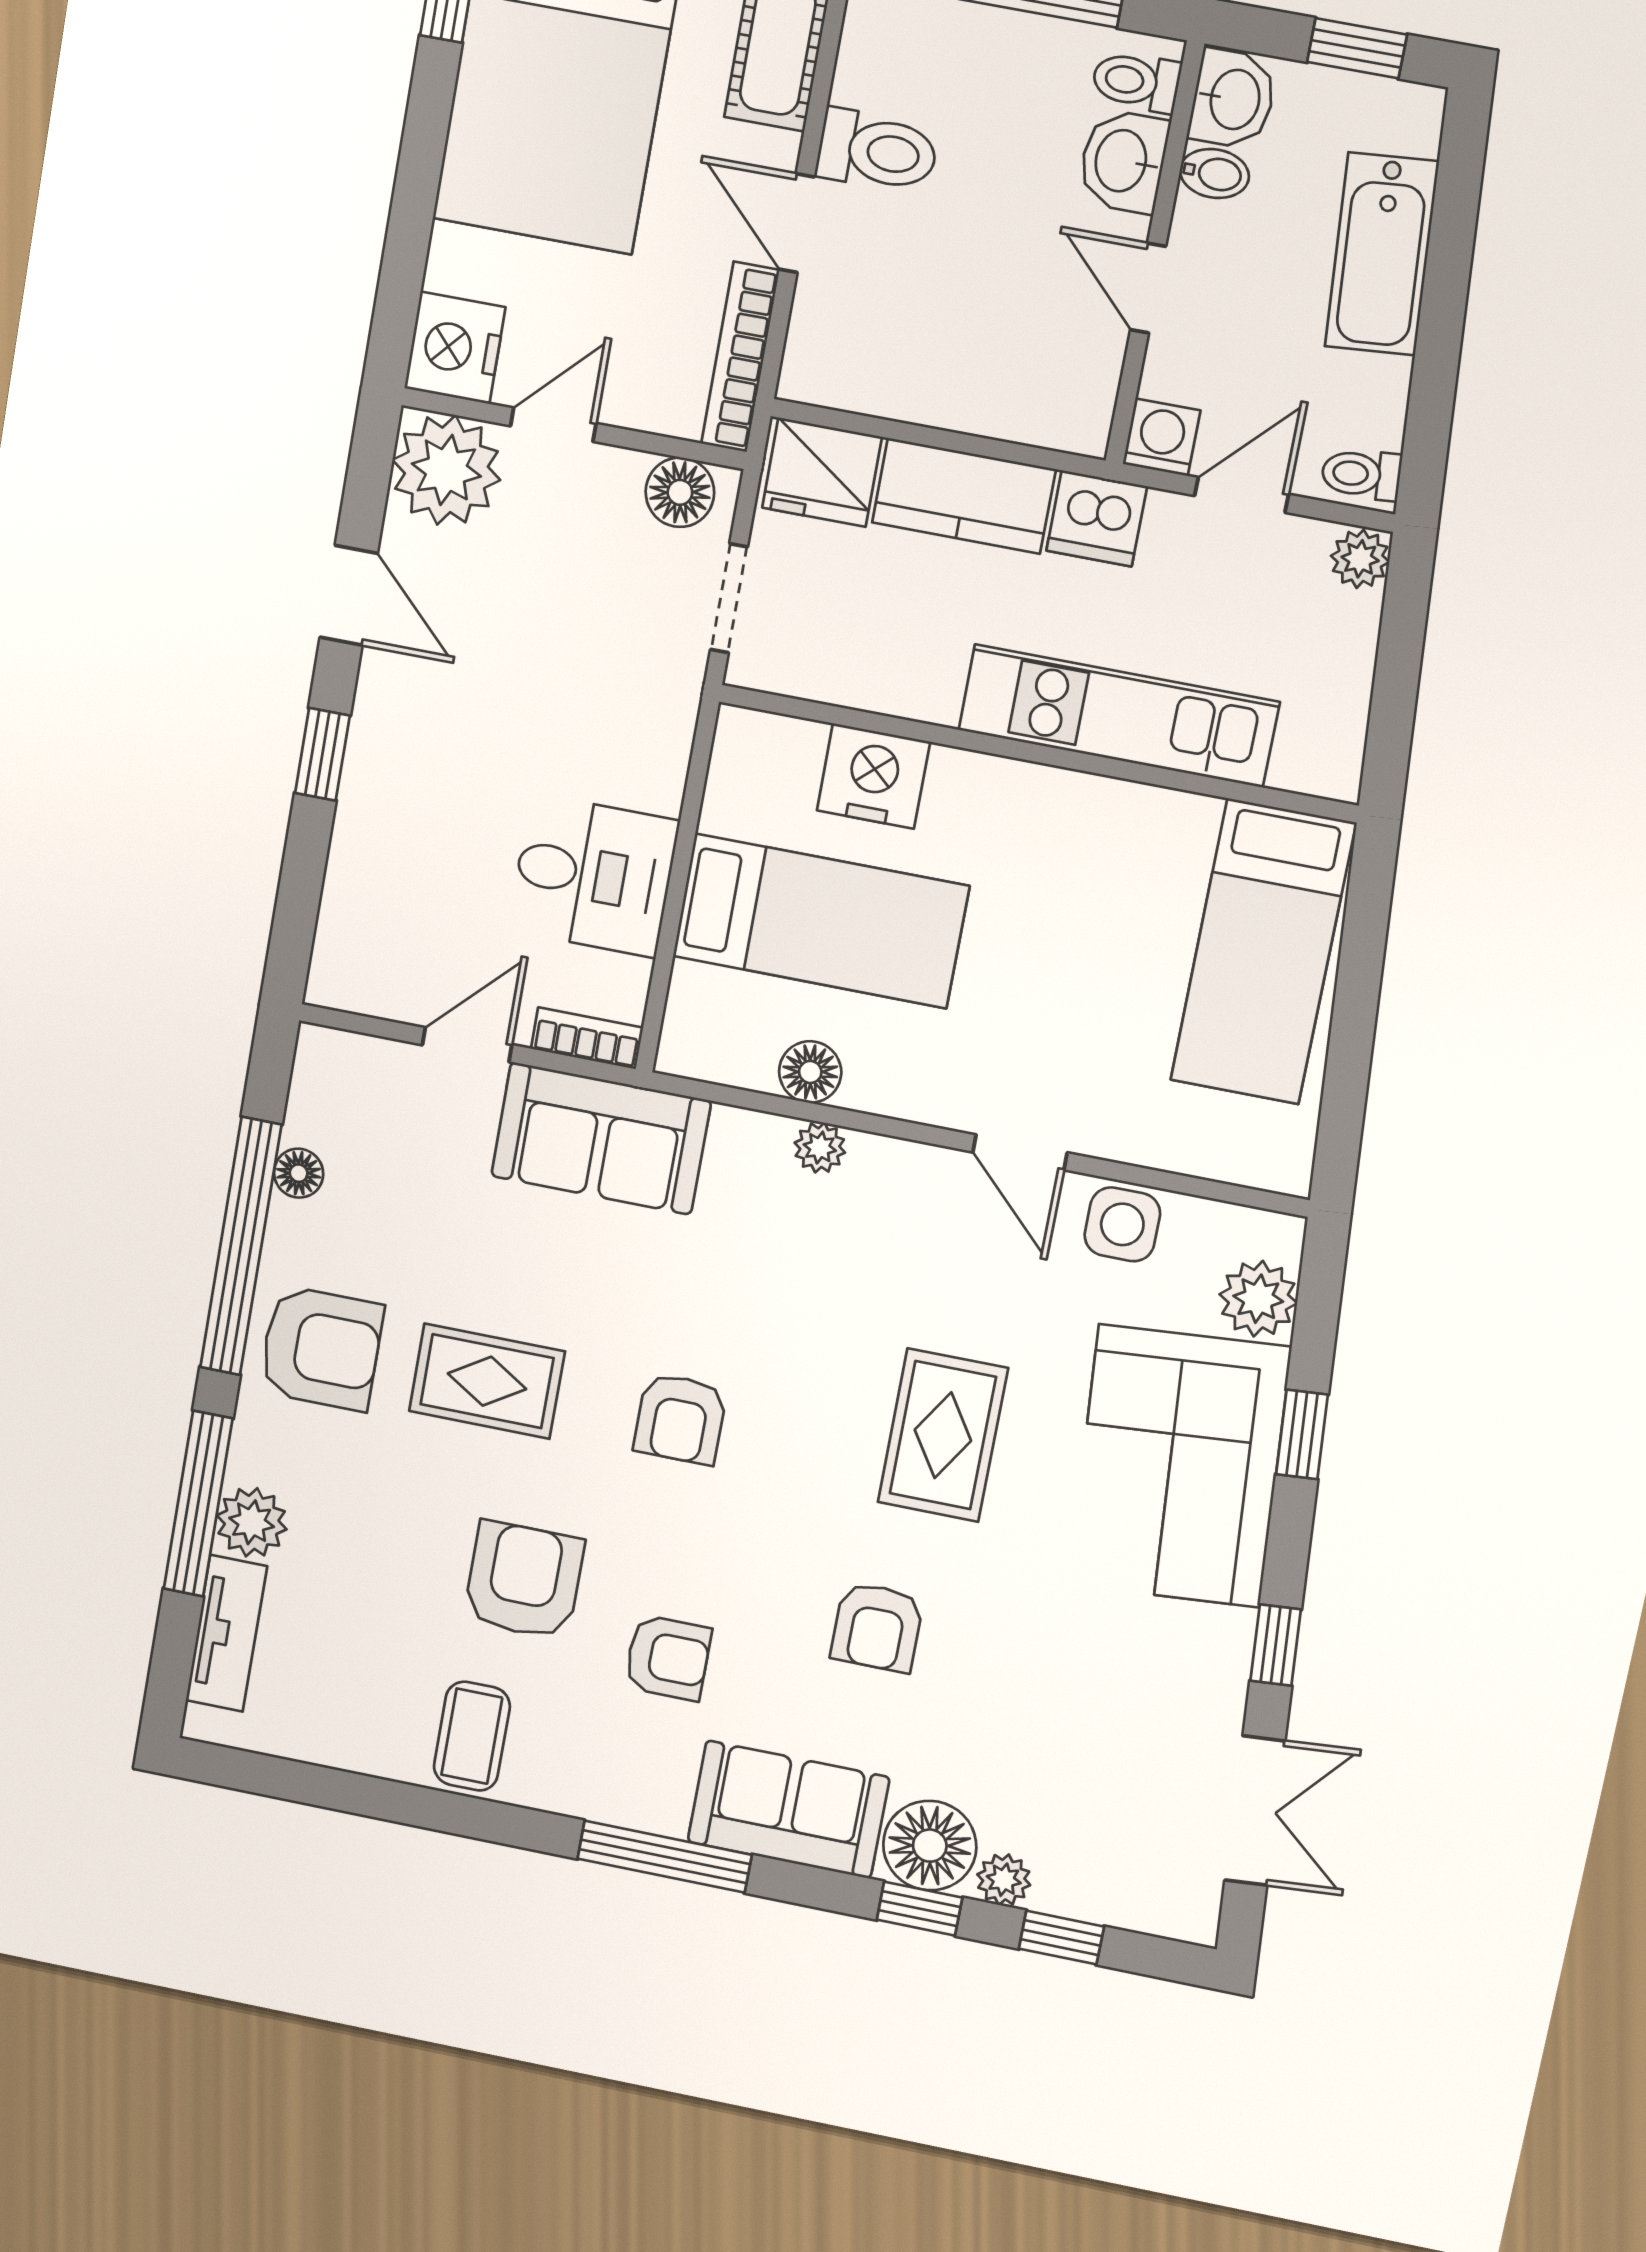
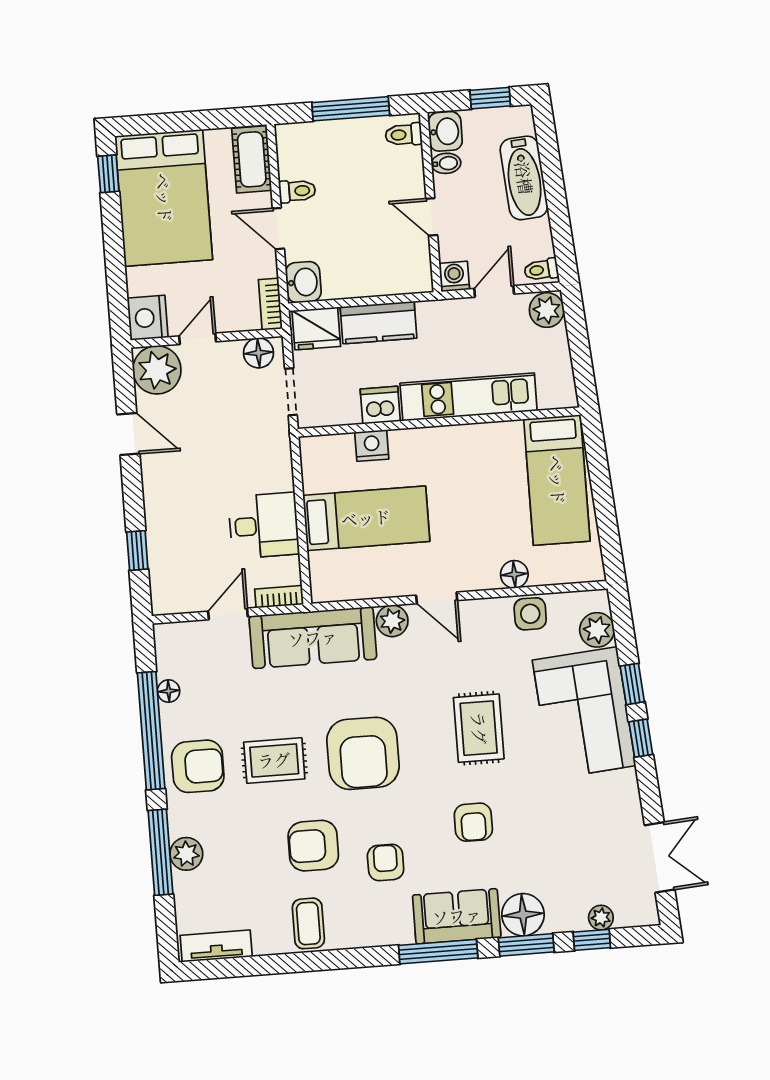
toilet: (877, 151) -> (297, 191), width x0.73, depth x0.72
washbasin: (1123, 161) -> (303, 282), moved, turned 180
bookcase: (740, 357) -> (270, 304), width x0.64
dishwasher: (1097, 518) -> (380, 405), moved, turned 180
plant: (1360, 559) -> (547, 310), width x1.38, depth x1.38
window: (322, 754) -> (137, 550), moved
nightstand: (874, 776) -> (372, 446), width x0.74, depth x0.75
floor lamp: (810, 1072) -> (514, 574), moved
sofa: (601, 1138) -> (313, 638), width x1.36
plant: (820, 1148) -> (392, 621), width x1.38, depth x1.38
door: (1020, 1152) -> (437, 598), moved
armchair: (680, 1419) -> (363, 753), width x1.88, depth x1.88
armchair: (524, 1580) -> (313, 846), turned -90
tv unit: (226, 1633) -> (216, 946), moved, turned -90
window: (1276, 1645) -> (641, 738), moved
armchair: (668, 1658) -> (386, 862), turned -90
window: (665, 1857) -> (438, 952), moved
plant: (1004, 1880) -> (601, 918), moved
window: (920, 1909) -> (526, 945), width x1.50

